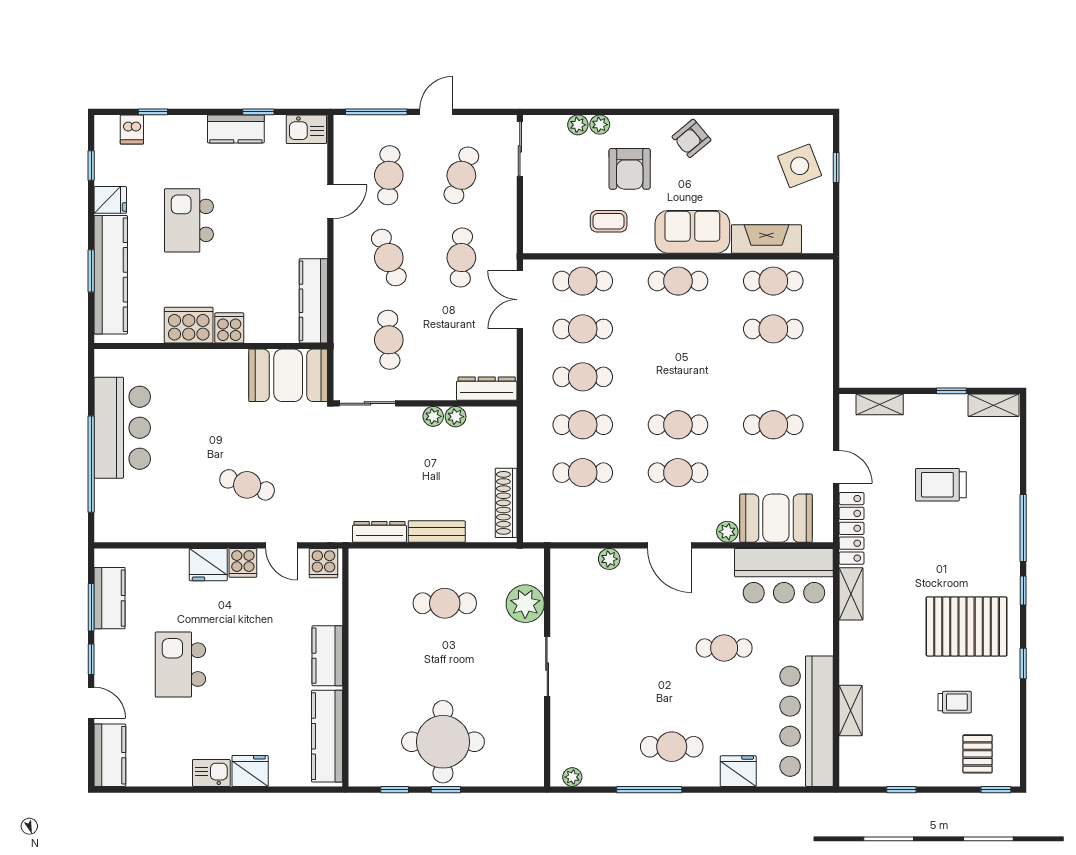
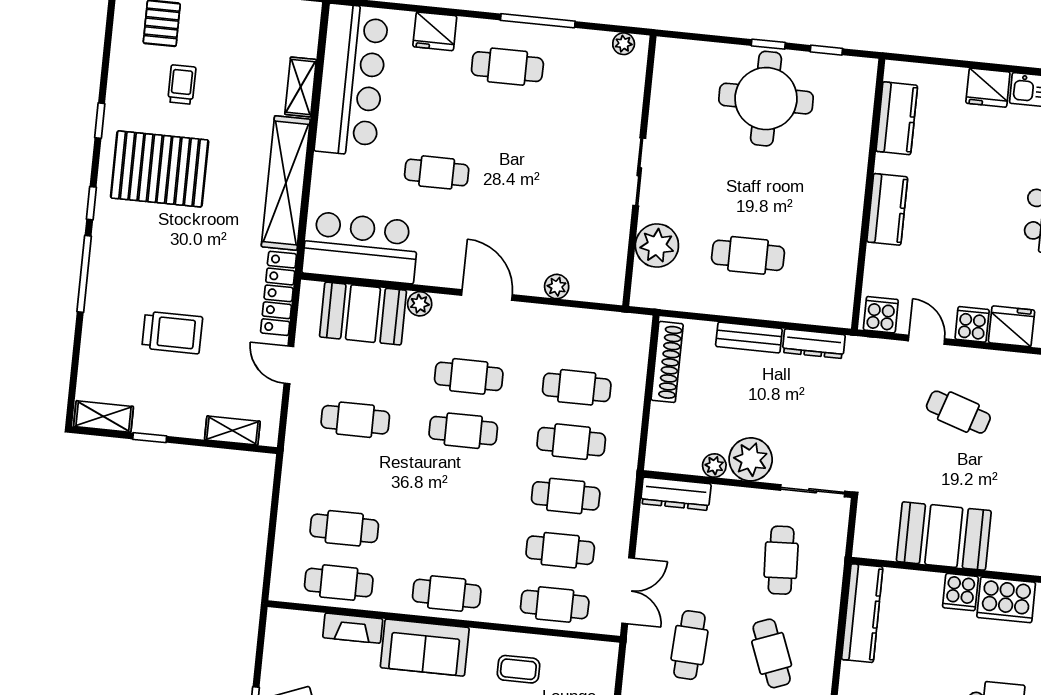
fireplace: (766, 239) -> (353, 628), width x0.73, depth x0.76
booth: (288, 375) -> (944, 536), moved
plant: (433, 416) -> (751, 459), width x1.87, depth x1.87
shelving: (851, 594) -> (286, 183), width x2.20, depth x1.33
trolley: (955, 702) -> (182, 85), turned 90
kitchen counter: (327, 736) -> (897, 118), width x0.67

